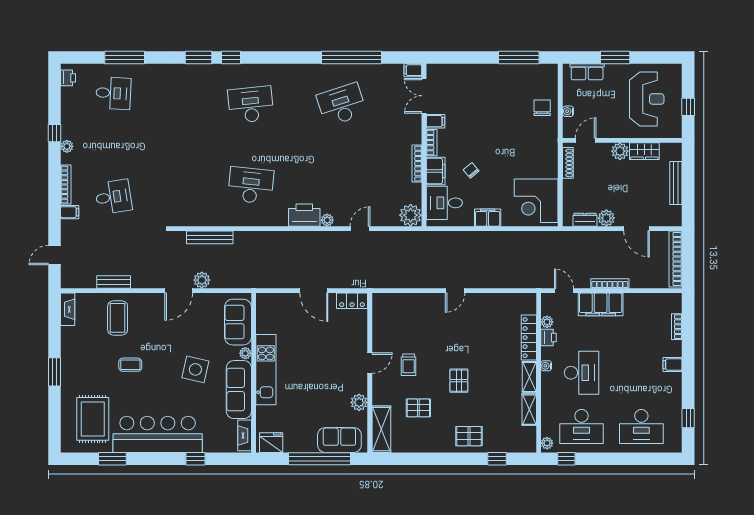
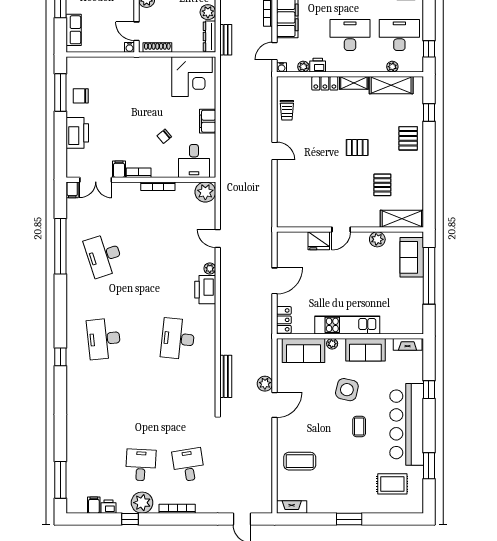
window: (125, 57) -> (60, 480), moved
window: (199, 57) -> (60, 387), removed
printer: (475, 76) -> (77, 133), added
printer: (68, 78) -> (109, 507), moved
desk: (113, 93) -> (141, 465), moved
chair: (542, 108) -> (81, 96), moved
water cooler: (568, 111) -> (129, 47), moved
plant: (67, 146) -> (142, 503), width x1.88, depth x1.88
filing cabinet: (436, 171) -> (165, 169), removed
filing cabinet: (70, 212) -> (94, 505), moved
dresser: (585, 220) -> (209, 37), width x1.44
bench: (114, 282) -> (226, 40), moved
door: (179, 291) -> (275, 405), hinge flipped
locker: (352, 301) -> (284, 320), moved
locker: (529, 338) -> (325, 83), width x0.66
door: (370, 363) -> (341, 229), swing flipped
coffee table: (130, 365) -> (359, 426), moved
trolley: (409, 365) -> (287, 110), moved, turned 90
water cooler: (546, 366) -> (282, 67), moved
sofa: (239, 390) -> (365, 350), width x0.73
shelving: (529, 410) -> (391, 85), width x1.50, depth x1.33
rug: (93, 419) -> (392, 484), width x0.73, depth x0.70
desk: (581, 426) -> (399, 35), turned -90
fridge: (271, 443) -> (319, 241), moved, turned -90
plant: (547, 443) -> (392, 67), moved

